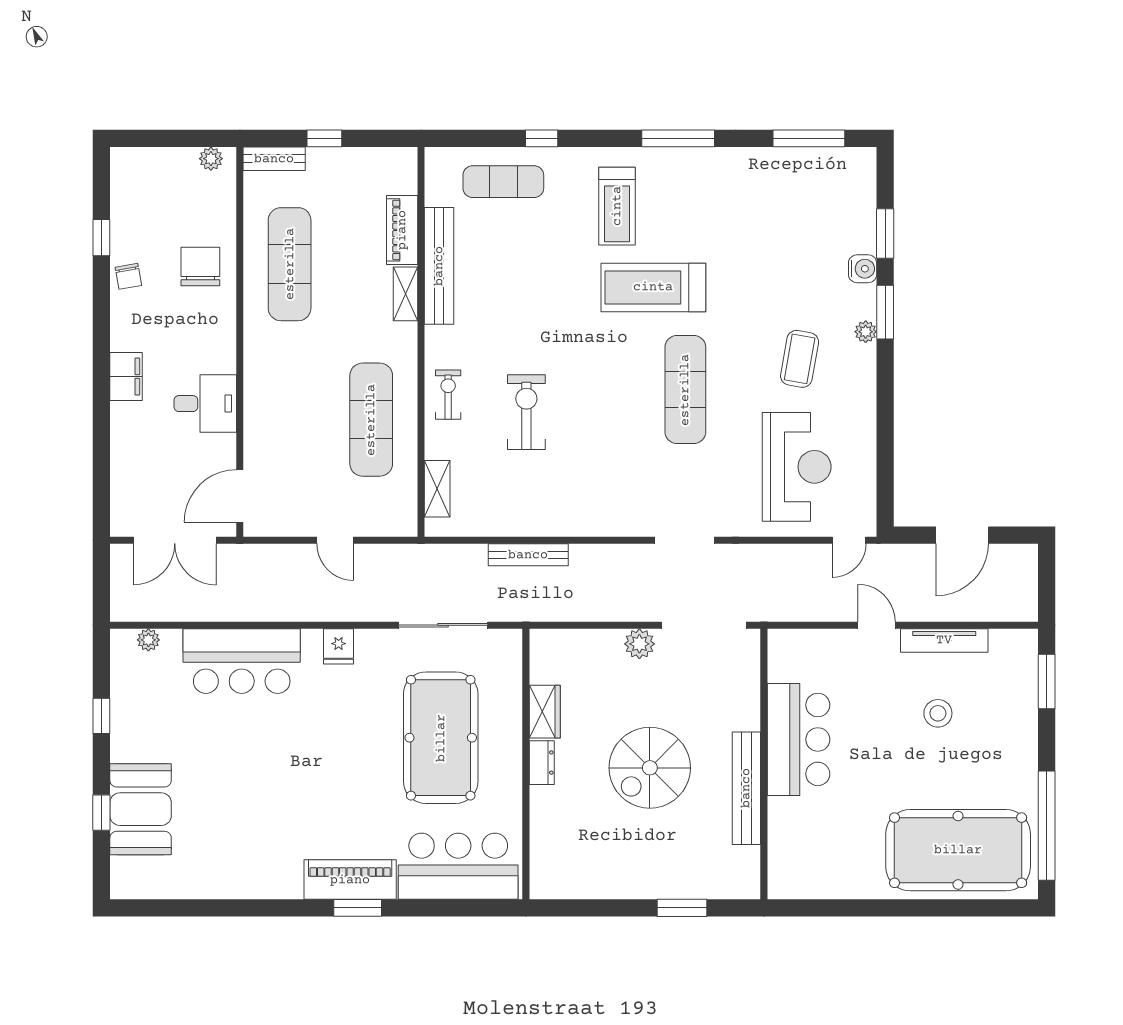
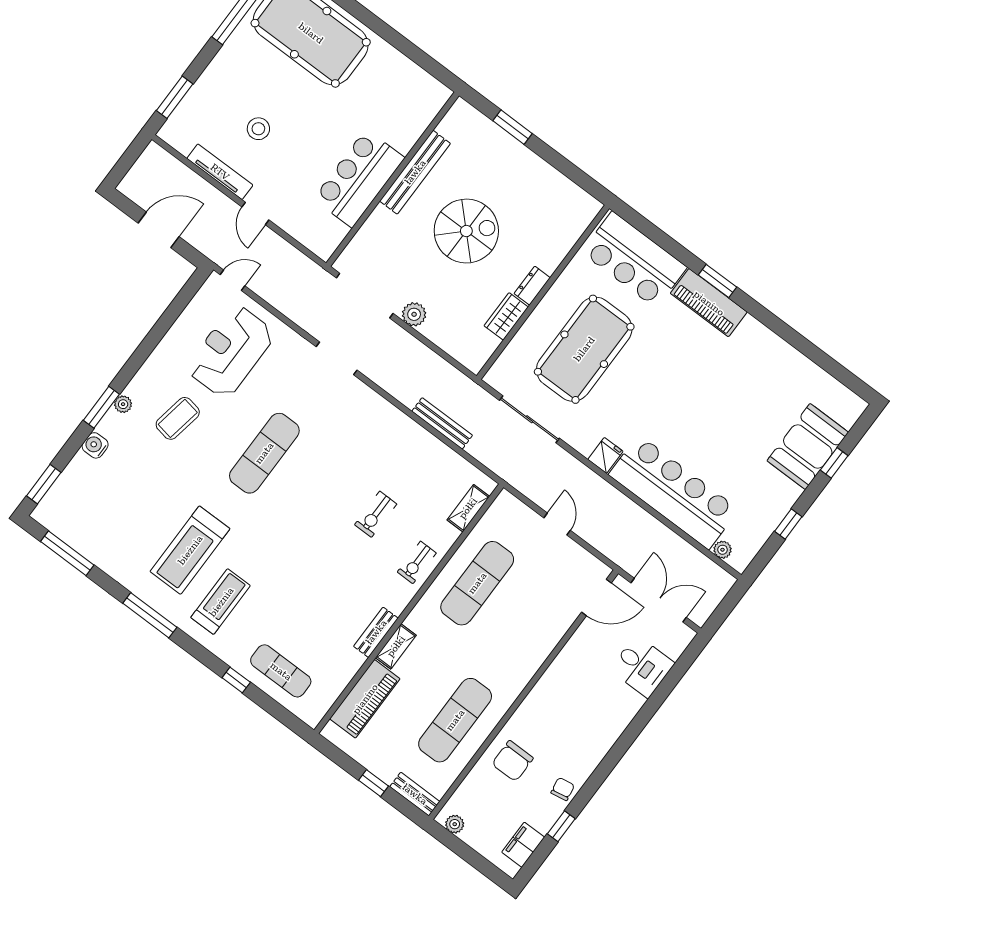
piano: (402, 230) -> (365, 699), width x1.37, depth x1.33
window: (885, 234) -> (44, 484), moved
bench: (439, 266) -> (376, 632), width x0.54, depth x0.82
treadmill: (653, 287) -> (190, 550), moved, turned 90
filing cabinet: (126, 377) -> (523, 845), moved
desk: (205, 404) -> (642, 666), moved, turned 180
exercise bike: (526, 412) -> (376, 514), width x0.73, depth x0.72
bar counter: (242, 661) -> (674, 492), width x1.36

